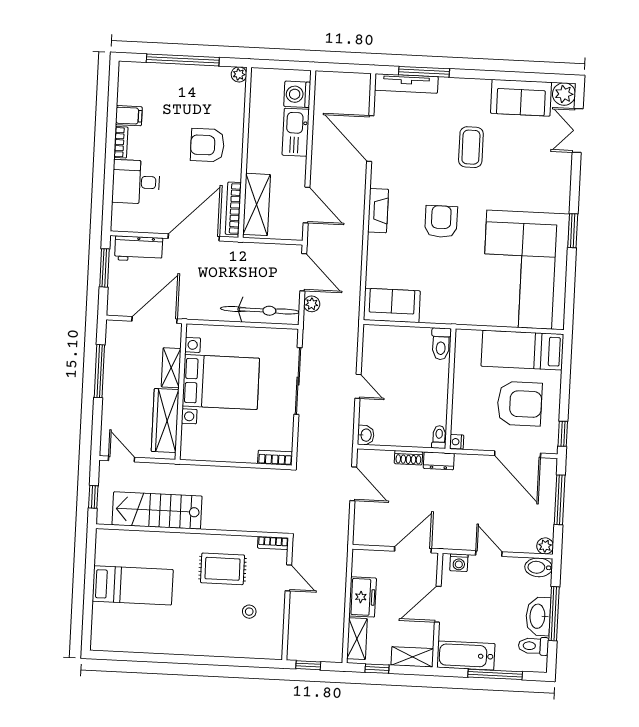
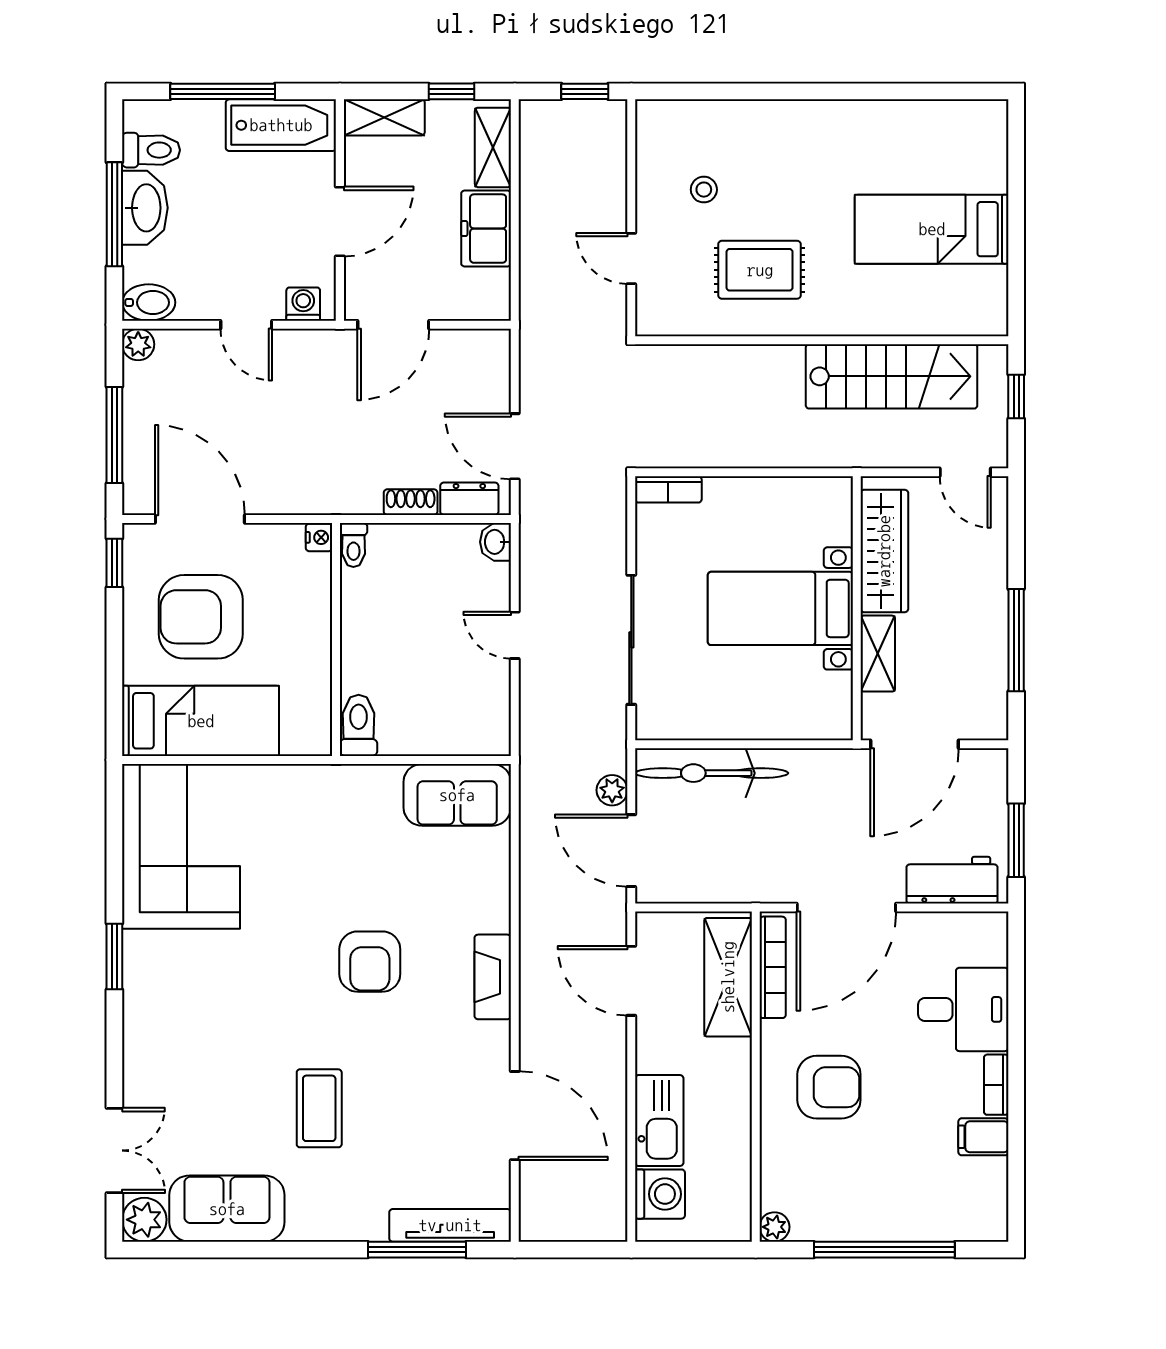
corner sofa: (525, 270) -> (181, 846), width x0.73, depth x0.74
bed with nightstands: (221, 382) -> (780, 608), width x0.73
dresser: (439, 461) -> (469, 499), moved
bookcase: (273, 543) -> (664, 325), removed

